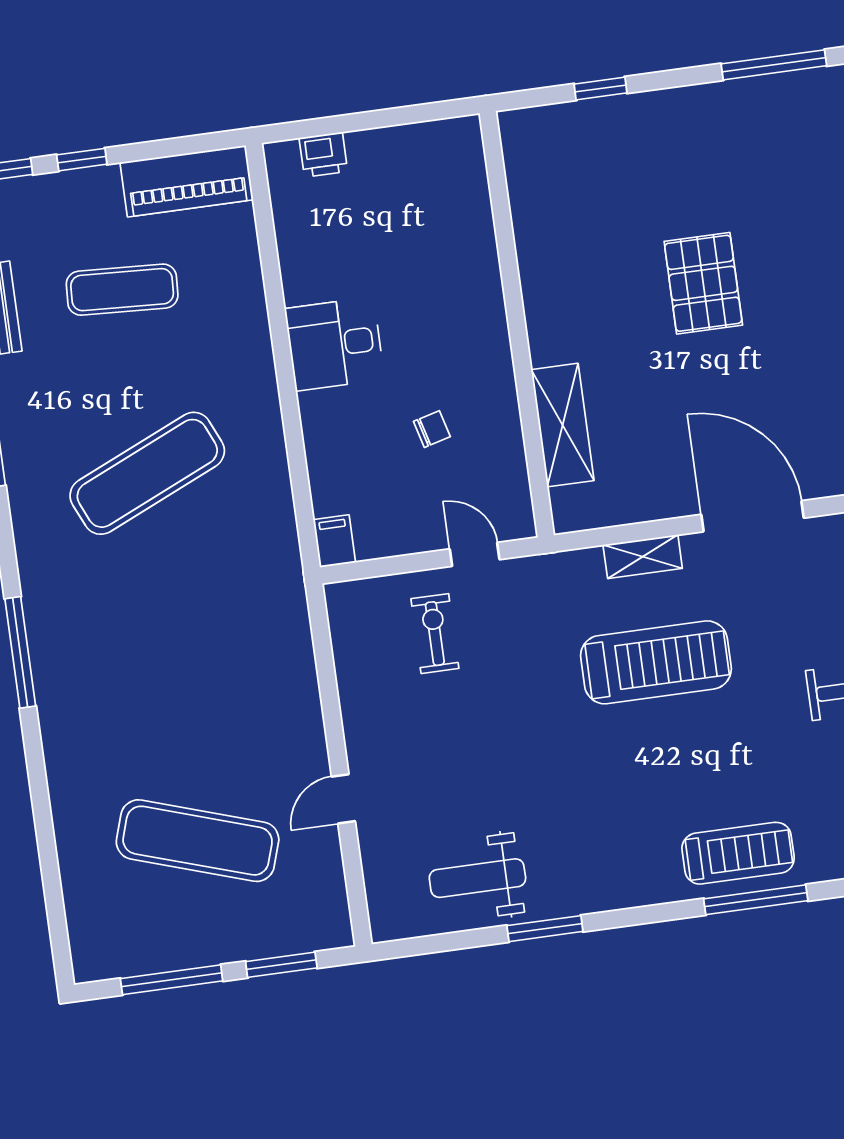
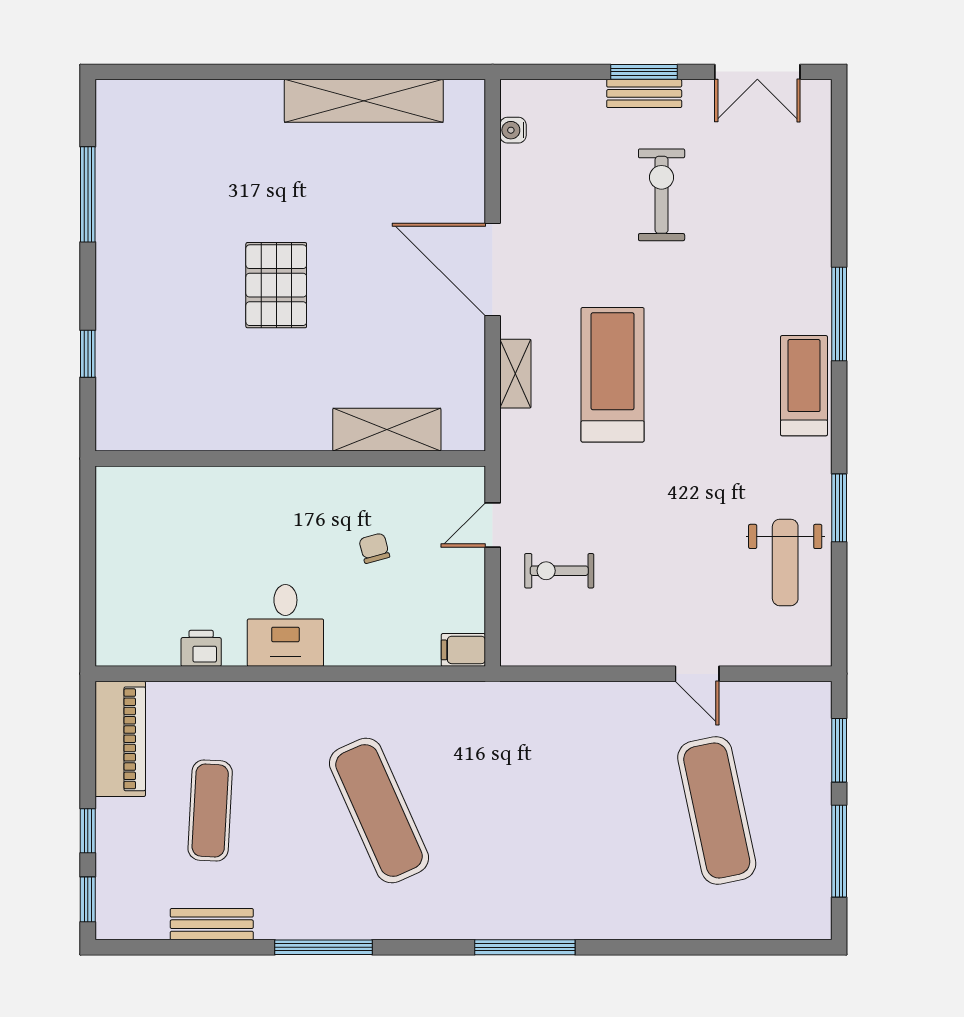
printer: (323, 155) -> (201, 648), moved, turned -90
pallet: (703, 283) -> (276, 285), turned 90
door: (753, 516) -> (493, 269), hinge flipped
exercise mat: (198, 841) -> (717, 810), turned -30
treadmill: (738, 853) -> (804, 386), moved

